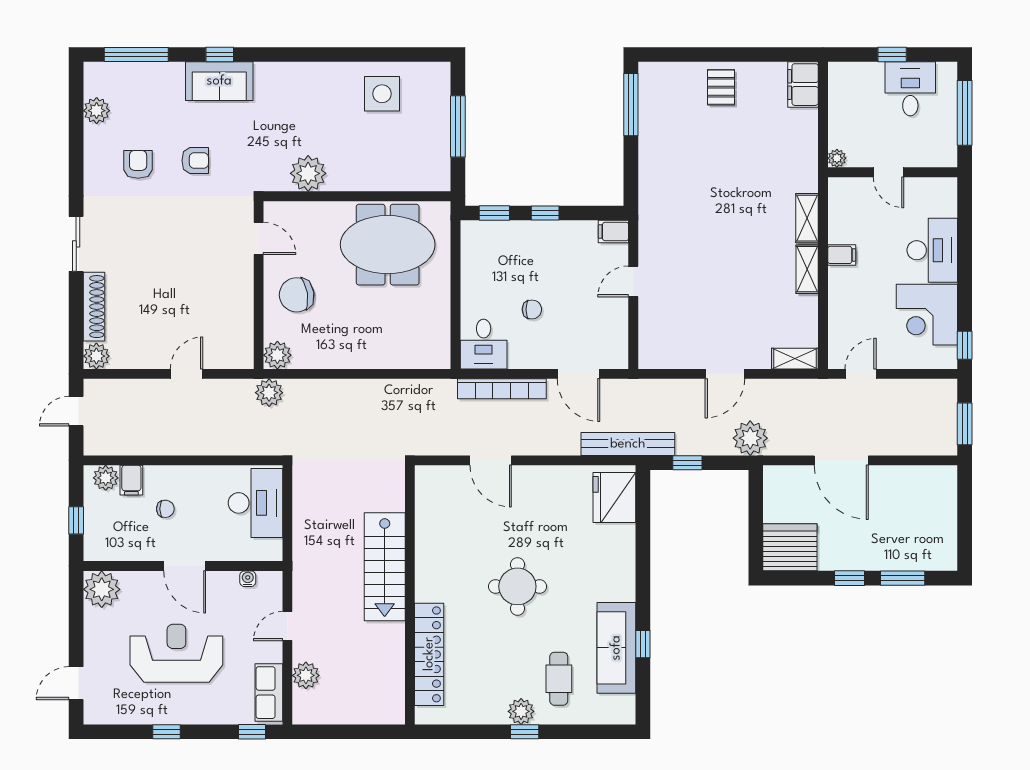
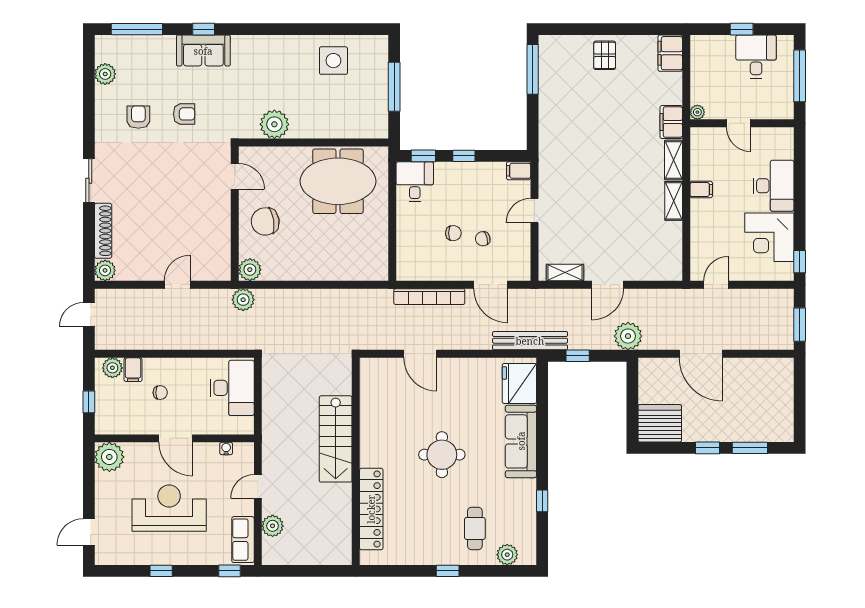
filing cabinet: (804, 171) -> (671, 122), added
chair: (569, 316) -> (483, 239), added
desk: (484, 344) -> (415, 182), moved, turned 180
shelving: (795, 359) -> (565, 272), moved
sofa: (616, 648) -> (521, 441), moved
plant: (521, 711) -> (507, 555), moved

